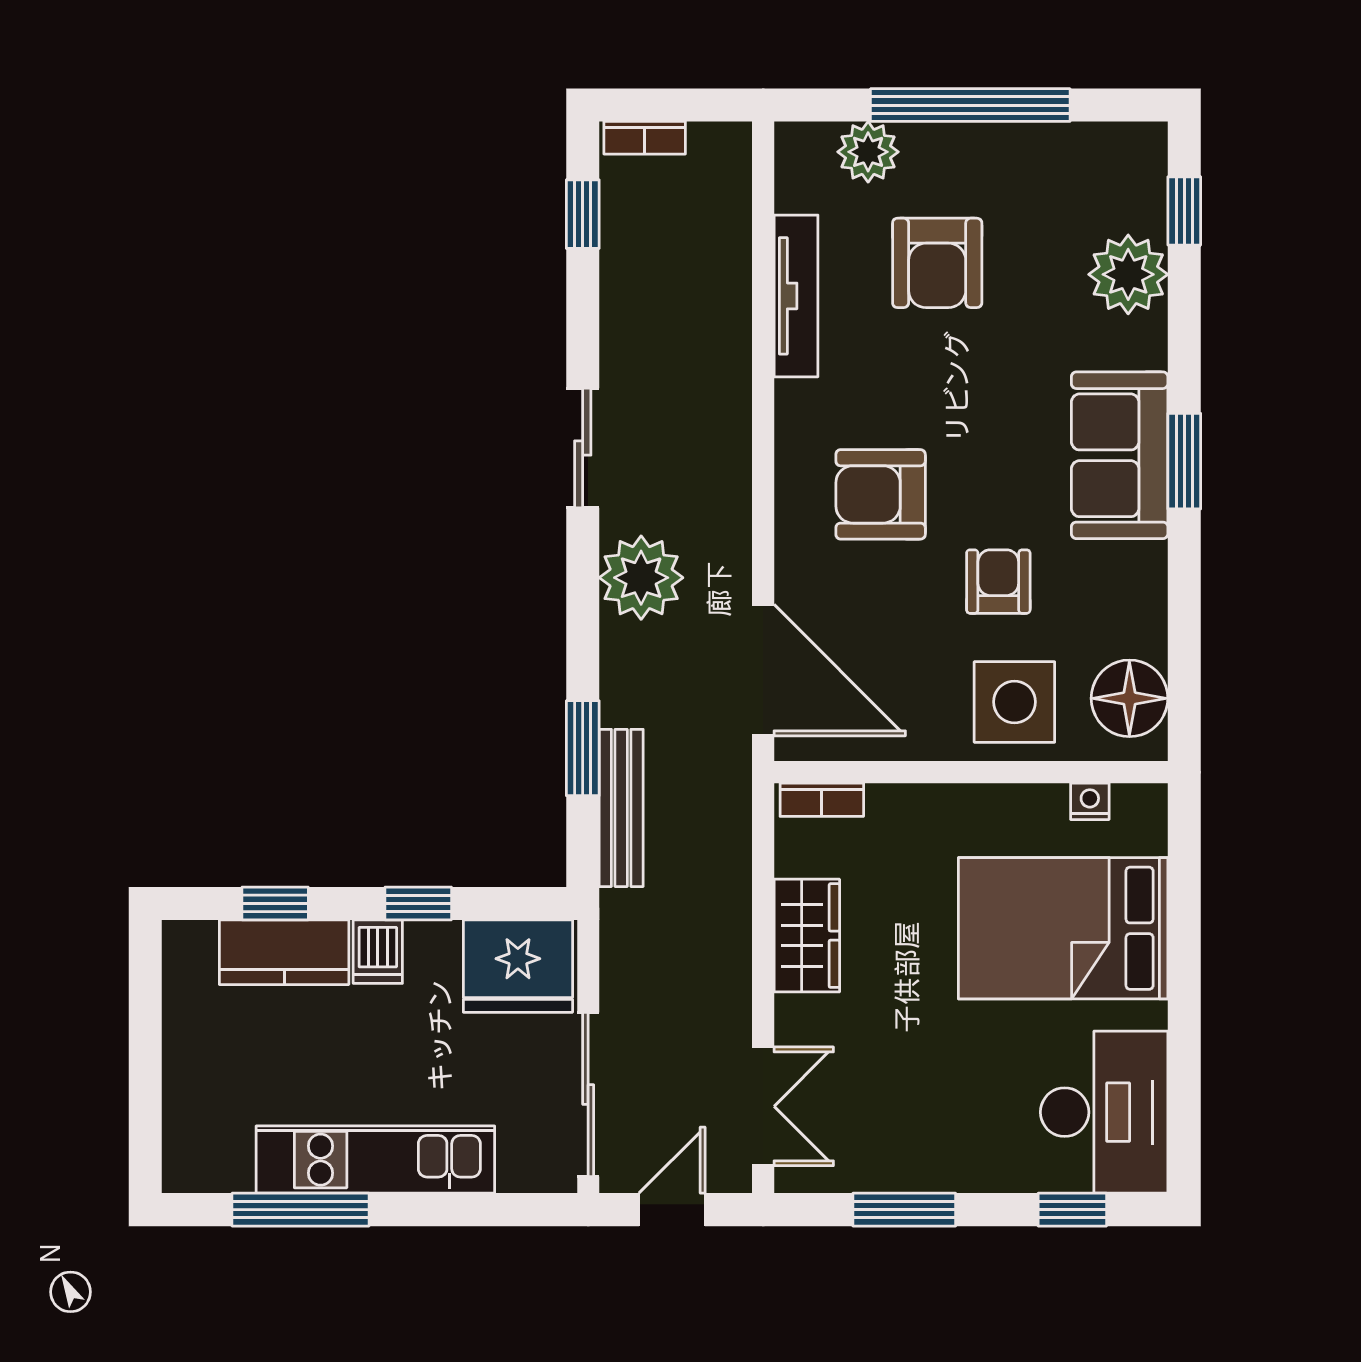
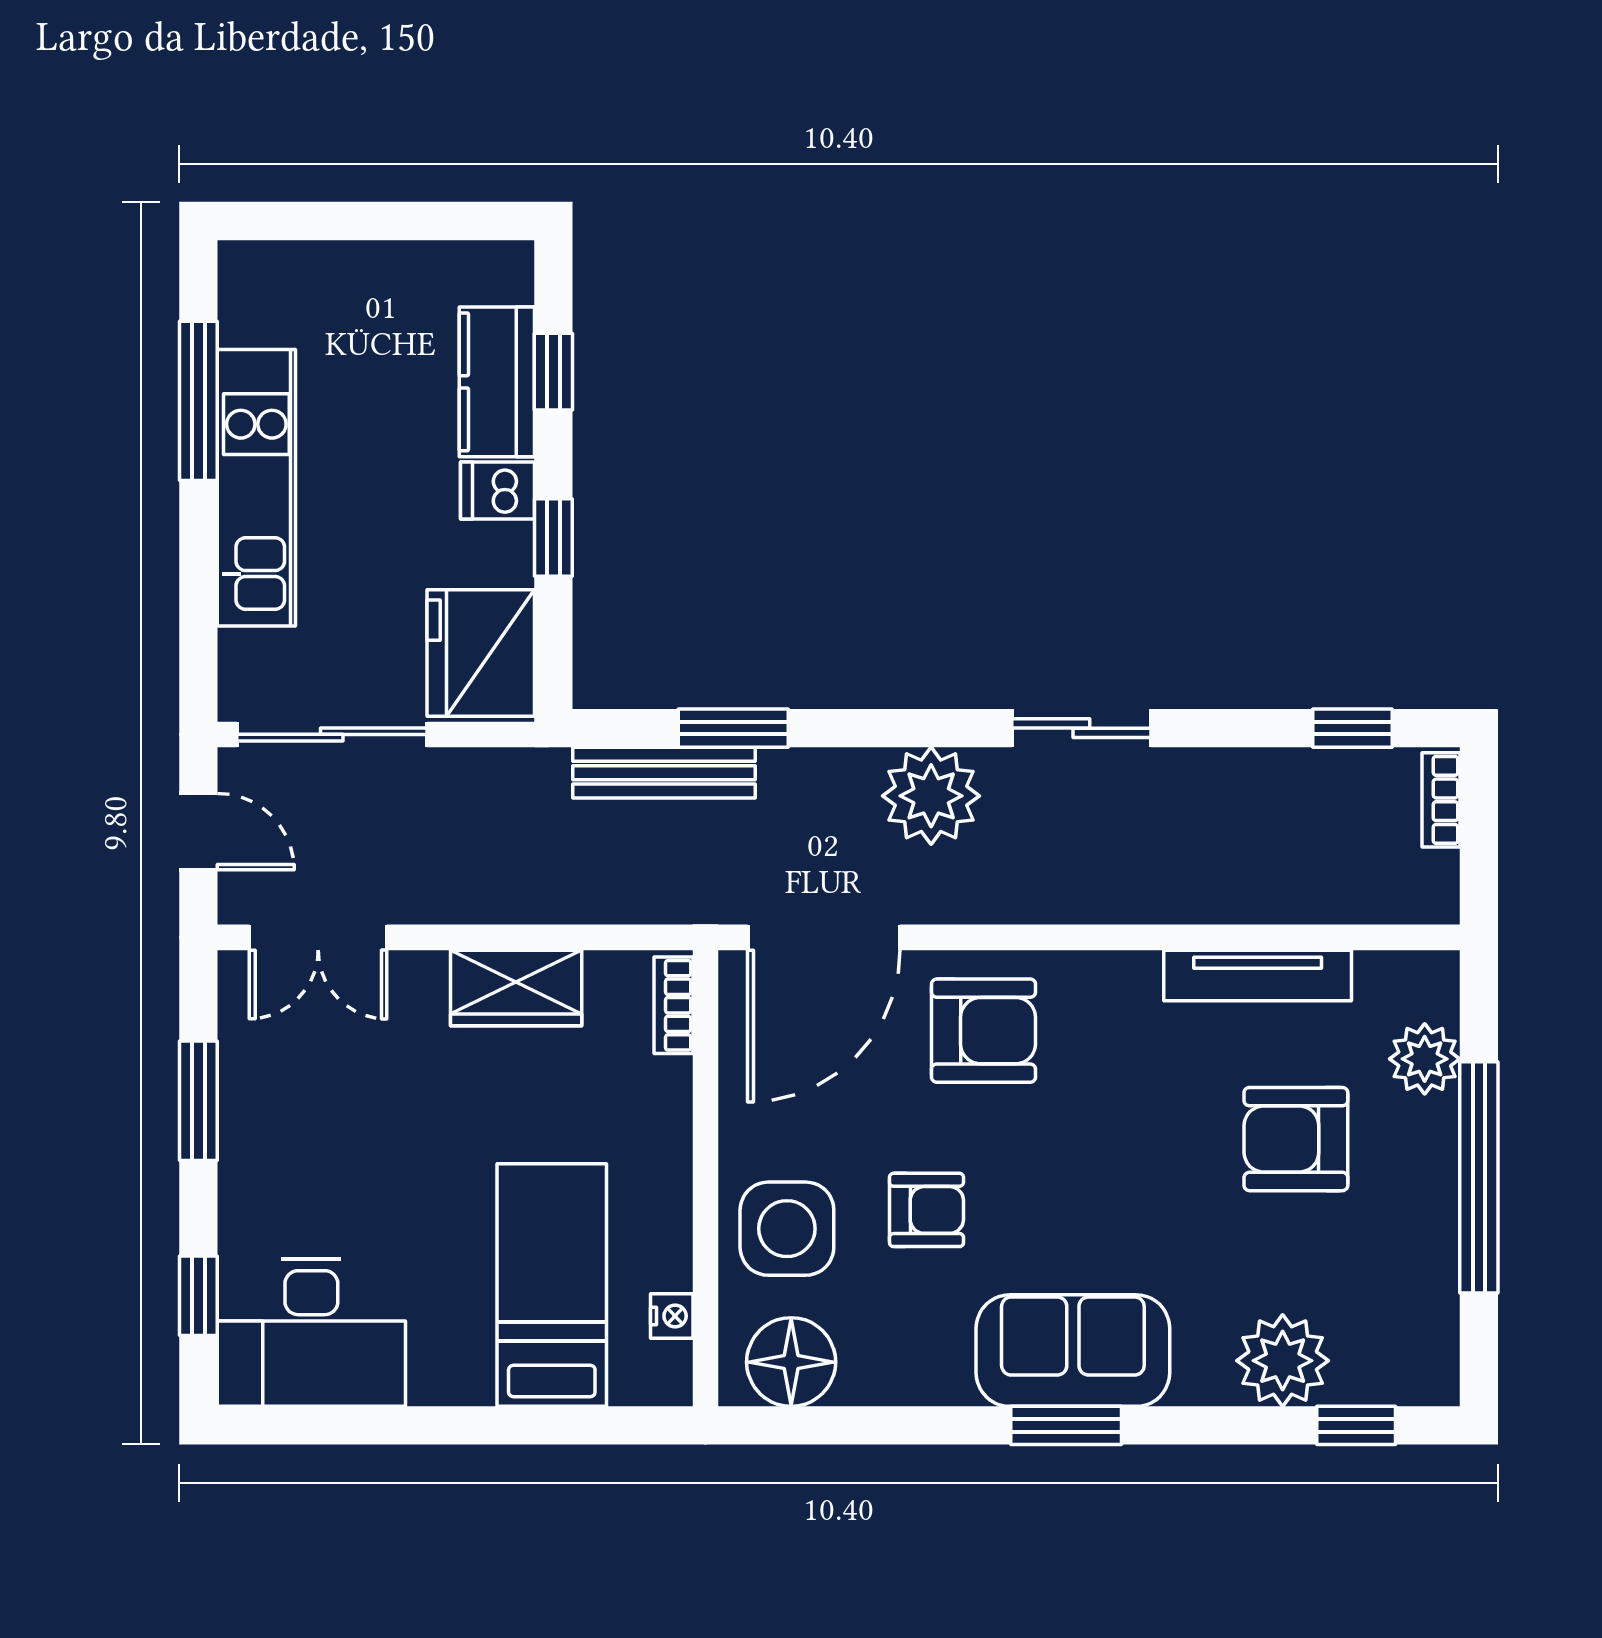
armchair: (881, 494) -> (984, 1031), moved, turned 90
bed: (1063, 928) -> (552, 1285), width x0.67

